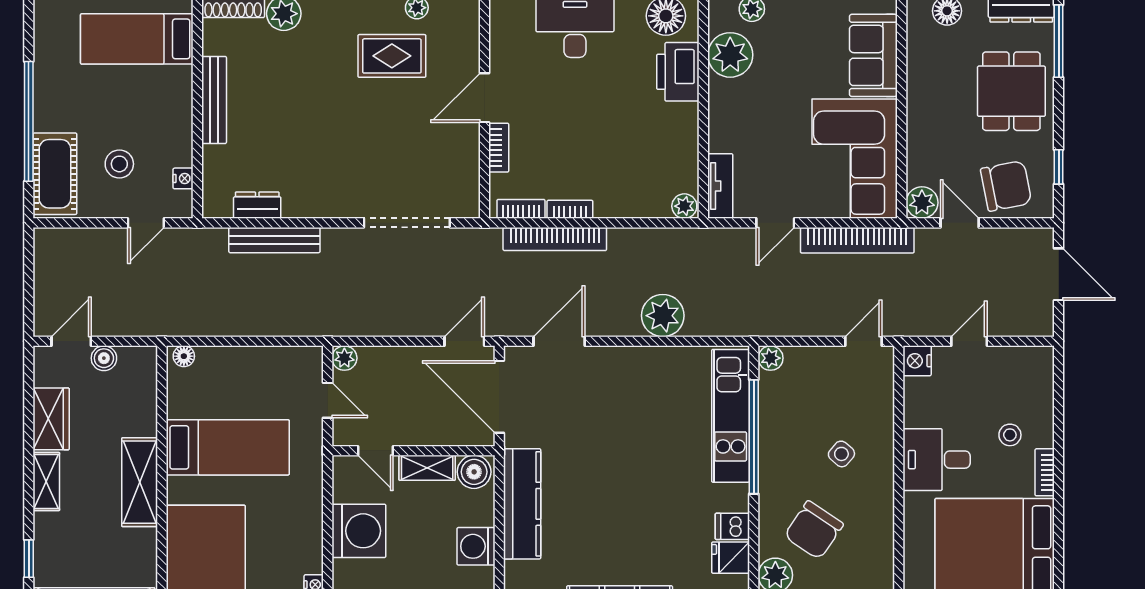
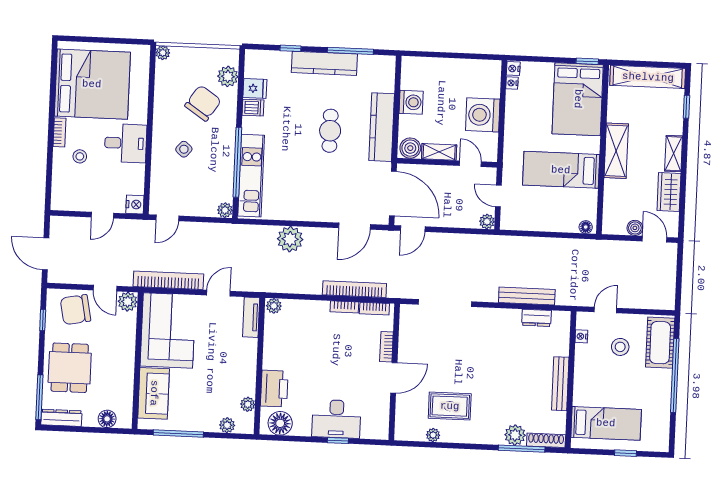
plant: (730, 55) -> (248, 404), width x0.53, depth x0.53
door: (71, 341) -> (654, 239), swing flipped
cafe table: (606, 494) -> (330, 131), added

